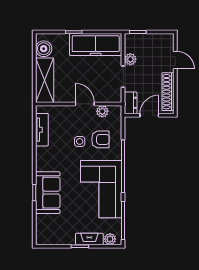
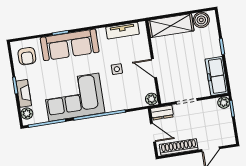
freezer: (96, 45) -> (217, 76), width x0.73, depth x0.79
plant: (130, 59) -> (224, 103), moved
door: (85, 104) -> (154, 68), swing flipped
plant: (102, 111) -> (152, 99), moved
armchair: (100, 139) -> (27, 56), moved
sofa: (48, 193) -> (70, 45), width x1.36

